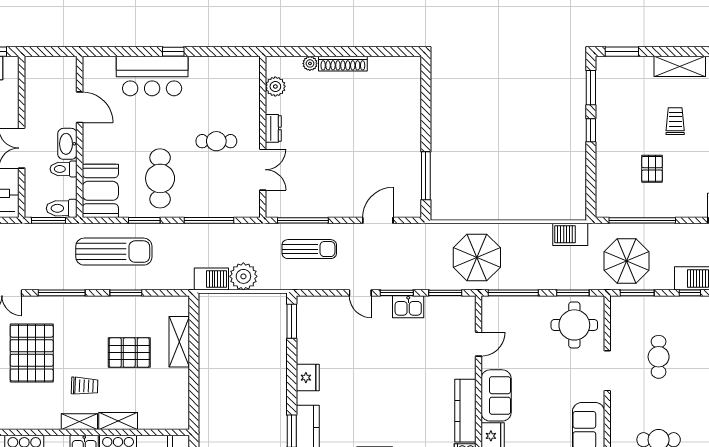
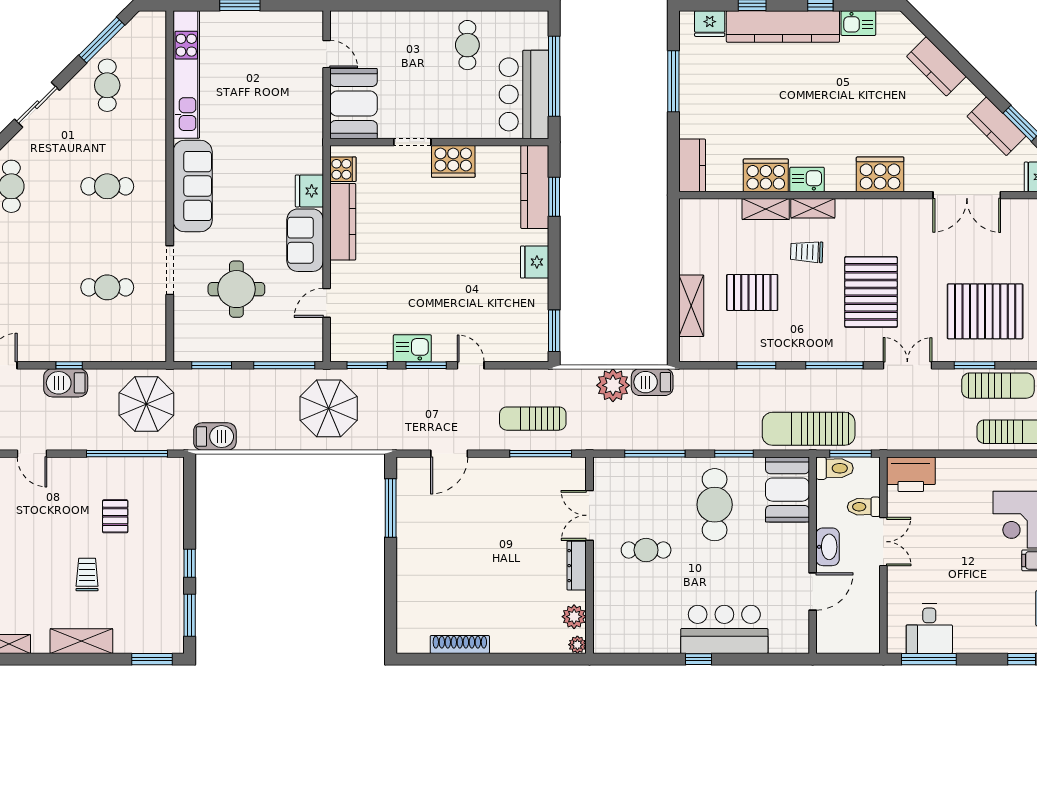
plant: (310, 63) -> (577, 645), moved
shoe rack: (343, 64) -> (460, 644), moved
door: (80, 107) -> (813, 591), swing flipped
trolley: (675, 121) -> (87, 575), turned 180
dresser: (273, 128) -> (577, 566), width x1.44
toilet: (64, 169) -> (864, 507), moved, turned 180
sun lounger: (114, 252) -> (809, 429), moved
window: (637, 293) -> (133, 365), removed
round table: (574, 325) -> (236, 289), moved
cafe table: (659, 357) -> (107, 287), turned 90

